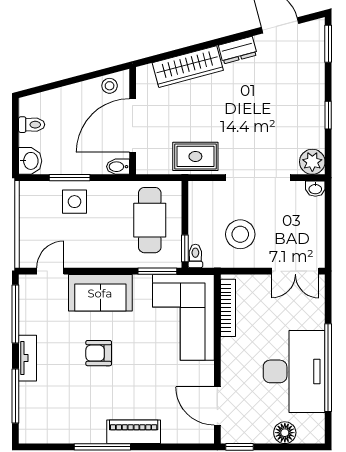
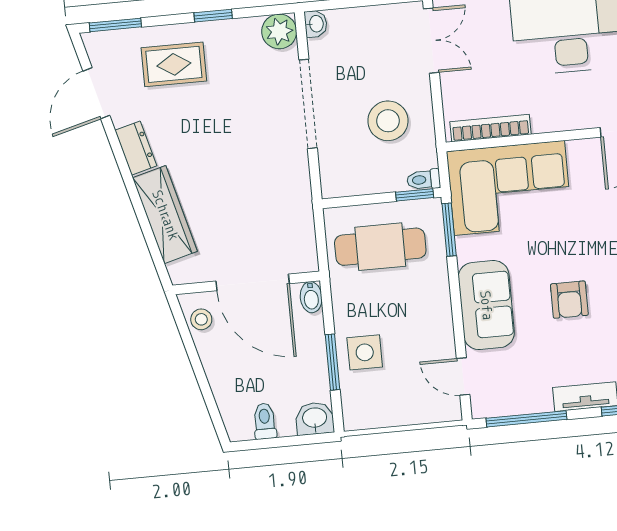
rug: (195, 156) -> (174, 64), moved, turned 90

